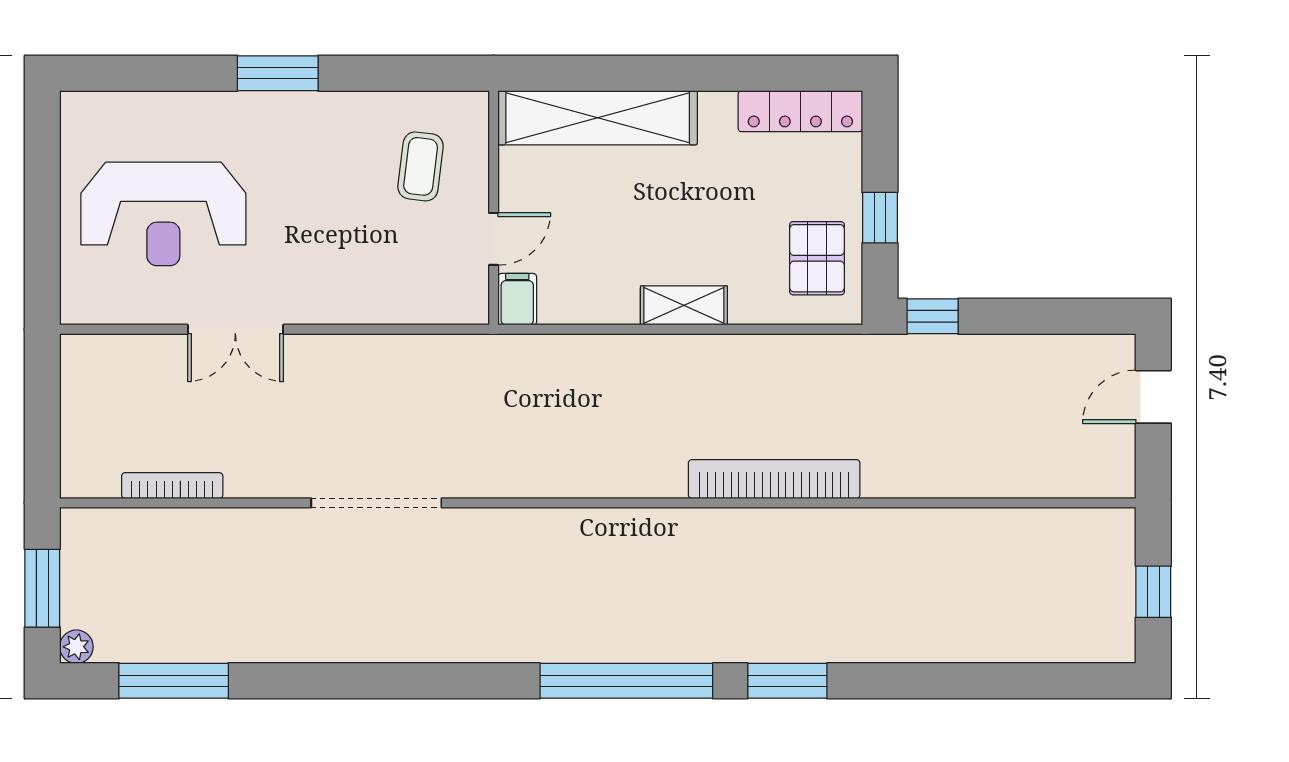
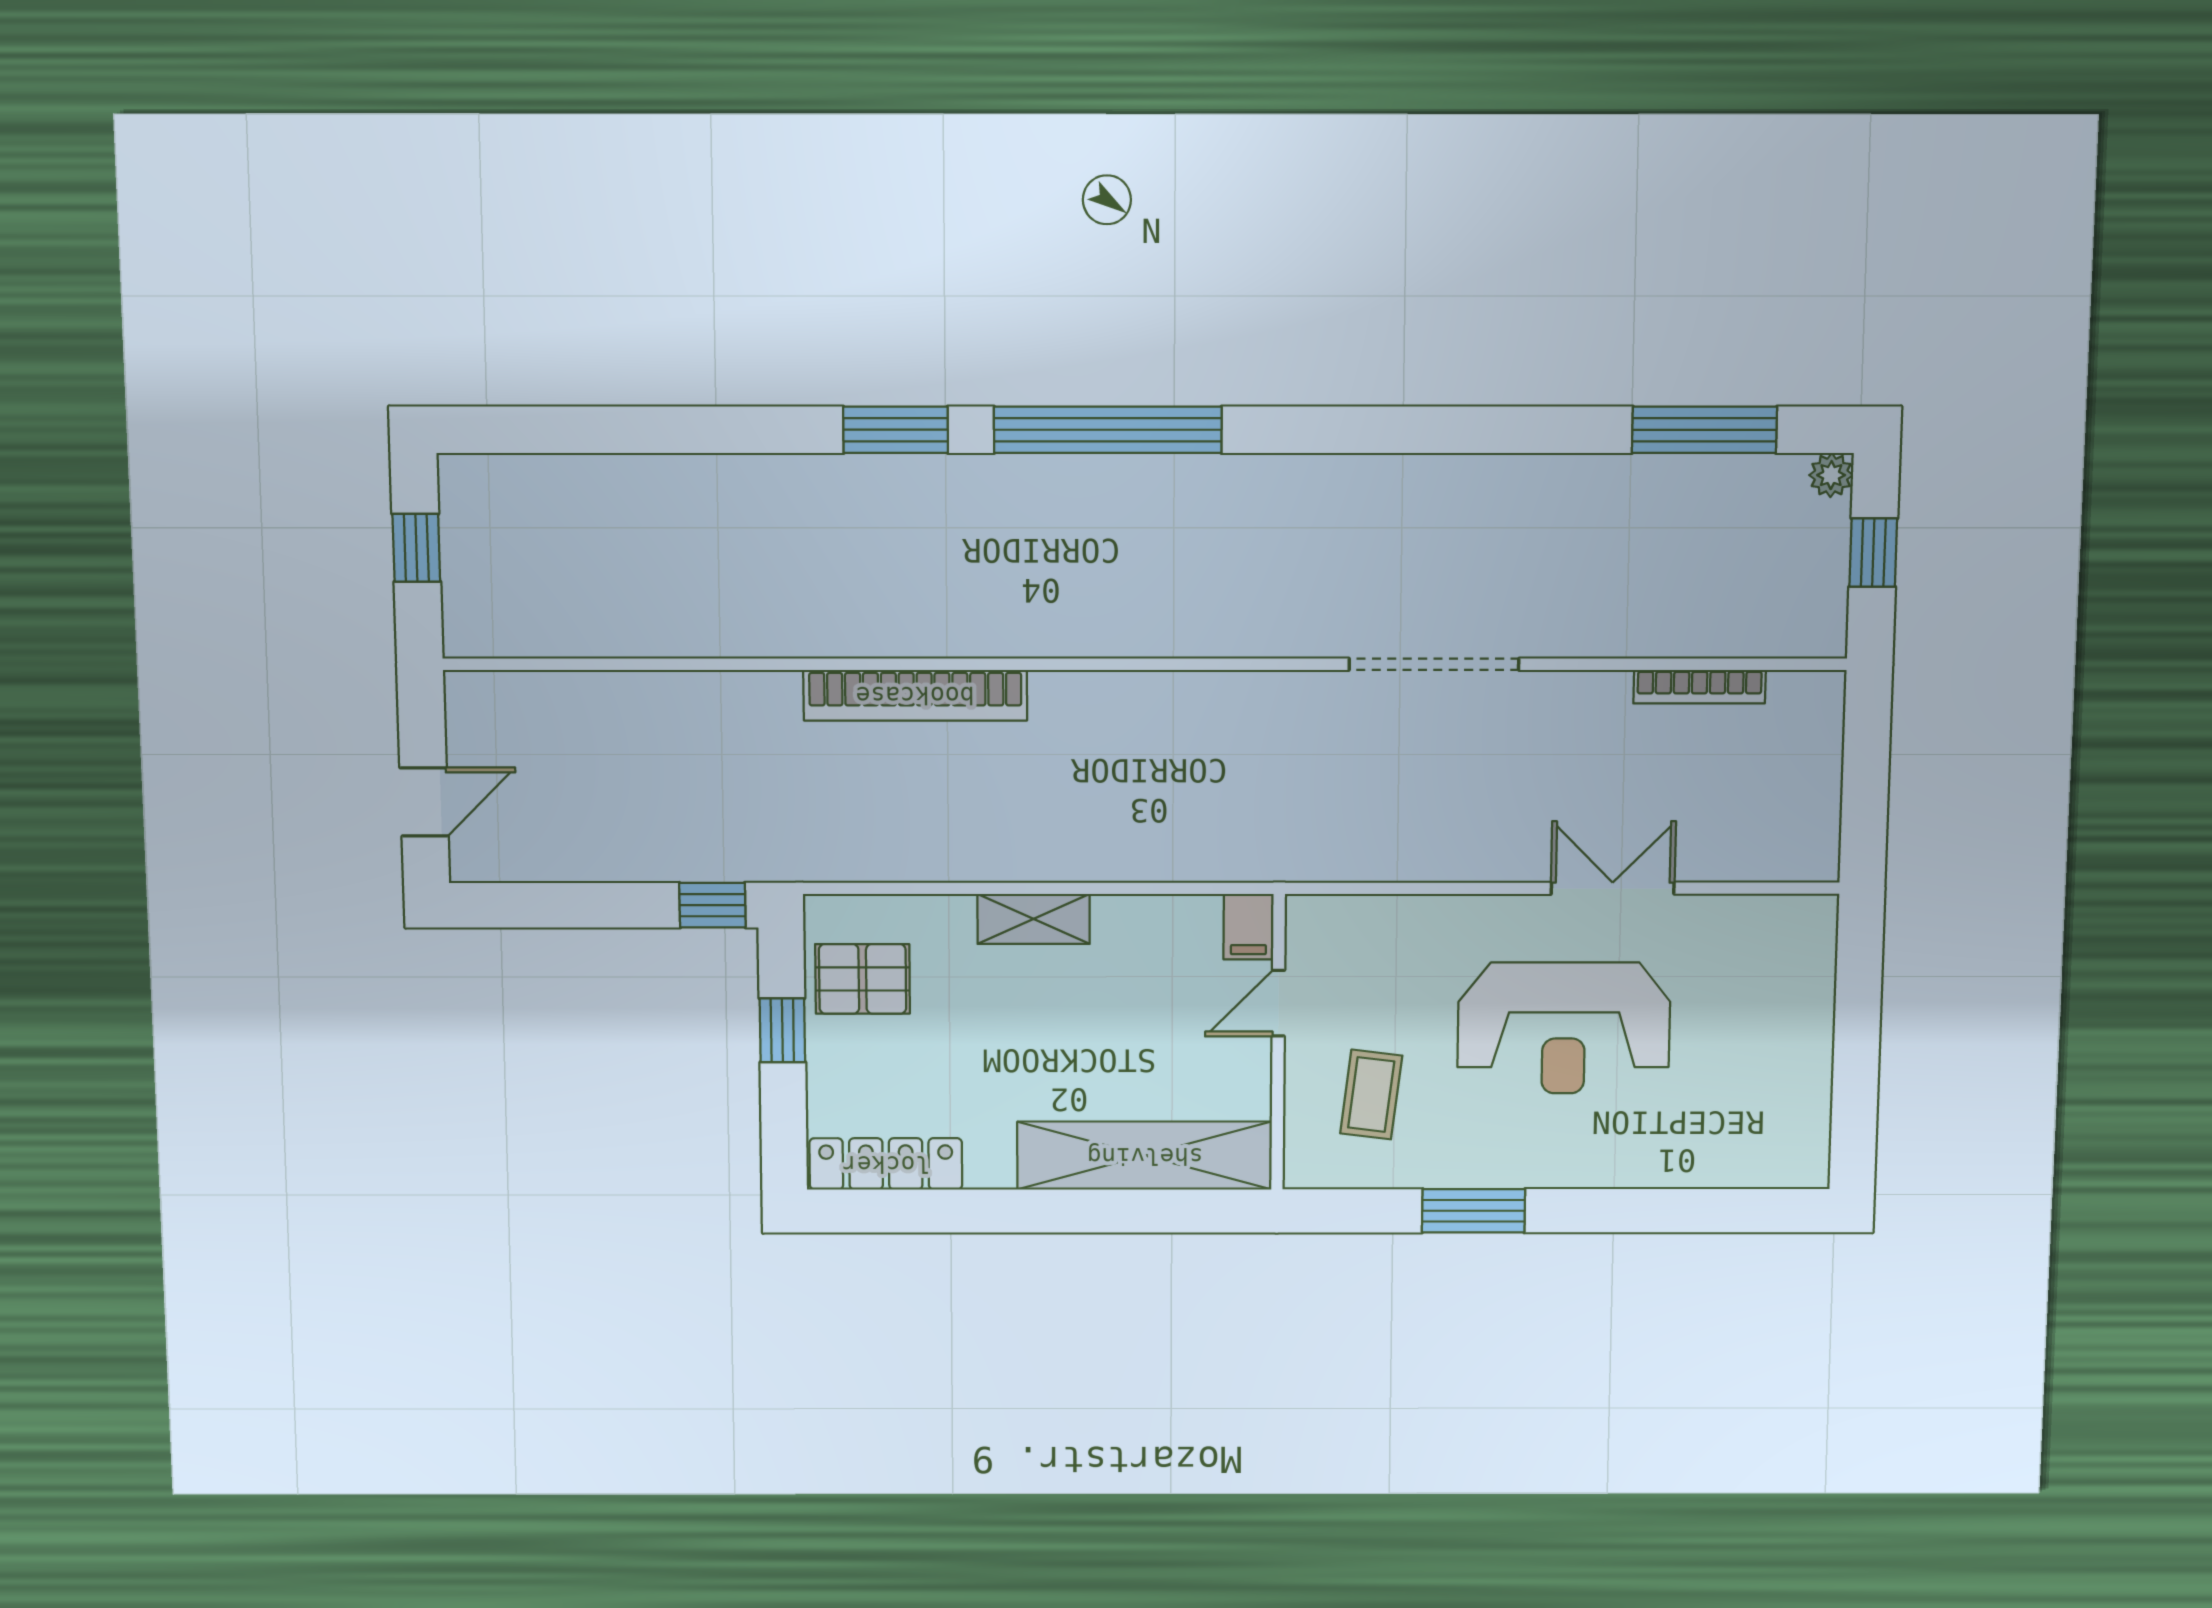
window: (278, 73) -> (1473, 1211), moved
reception desk: (163, 214) -> (1564, 1028), moved, turned 180
pallet: (817, 258) -> (863, 979), turned 90
window: (42, 588) -> (1873, 552), width x0.67

